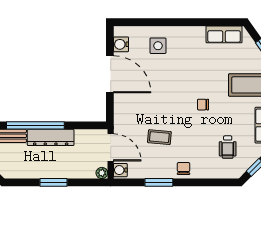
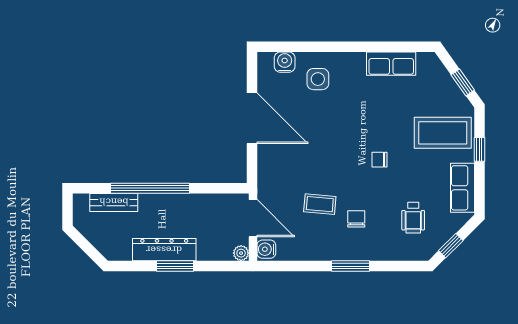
row of seats: (224, 34) -> (391, 64), moved
water cooler: (121, 44) -> (285, 62), moved, turned 90
dresser: (51, 137) -> (164, 250), moved, turned 180
chair: (183, 169) -> (356, 219), moved
window: (159, 182) -> (350, 266), moved

